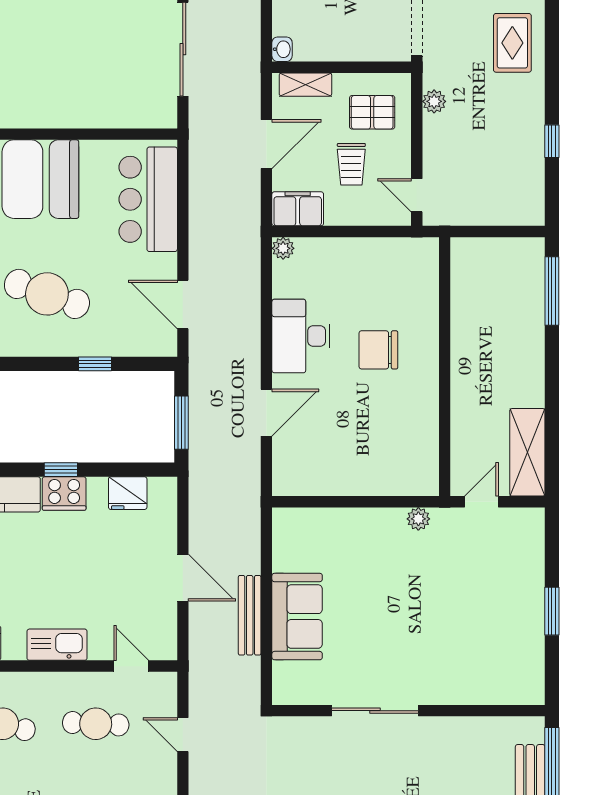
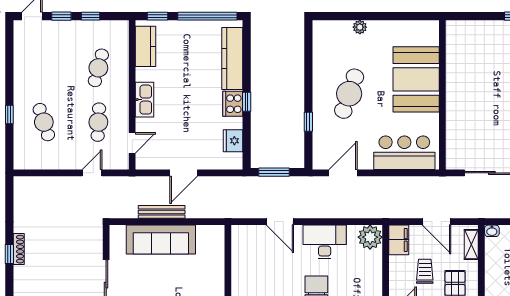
trolley: (351, 164) -> (425, 271), turned 90
plant: (283, 248) -> (370, 237), width x1.87, depth x1.87
sofa: (297, 617) -> (161, 240), width x1.36

